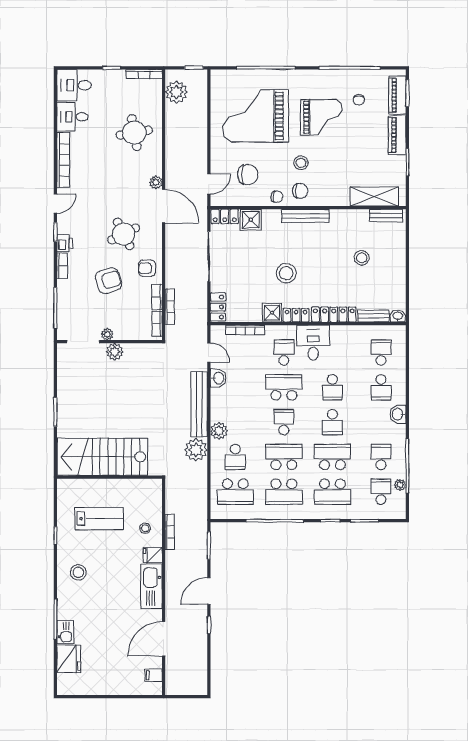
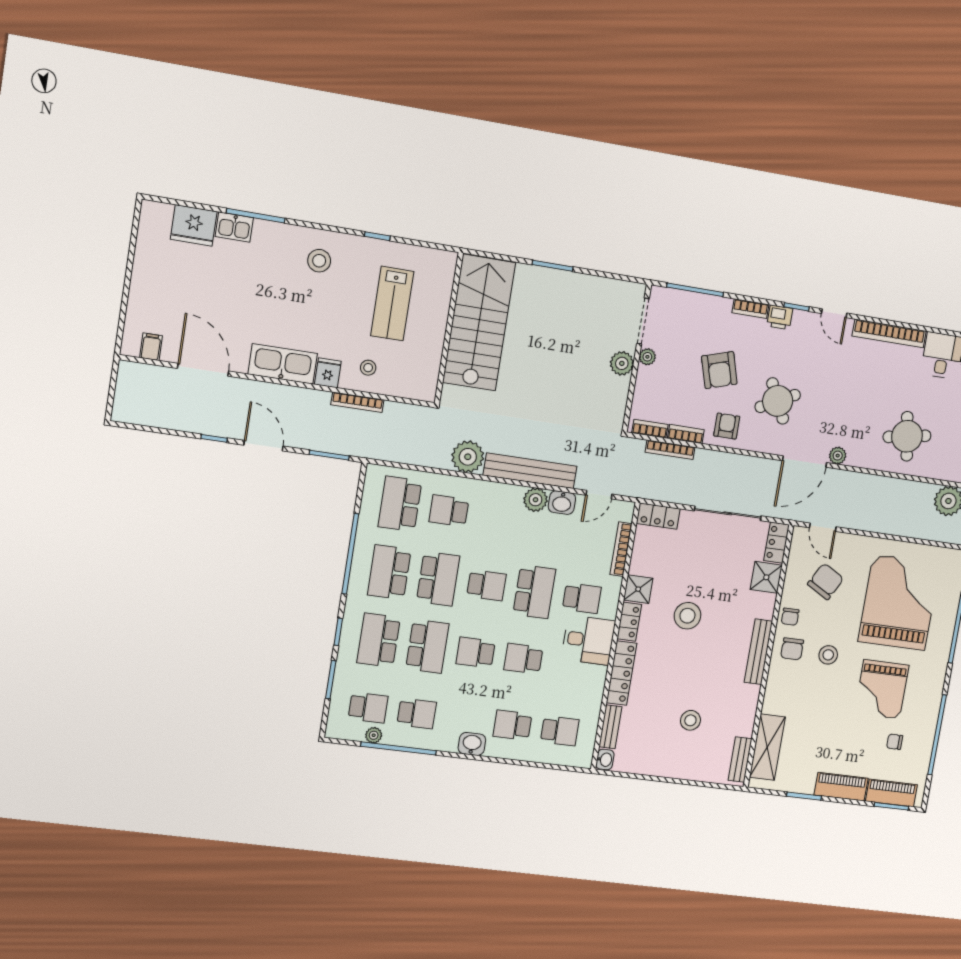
chair: (248, 175) -> (826, 581), turned -151
plant: (219, 431) -> (536, 500), moved

